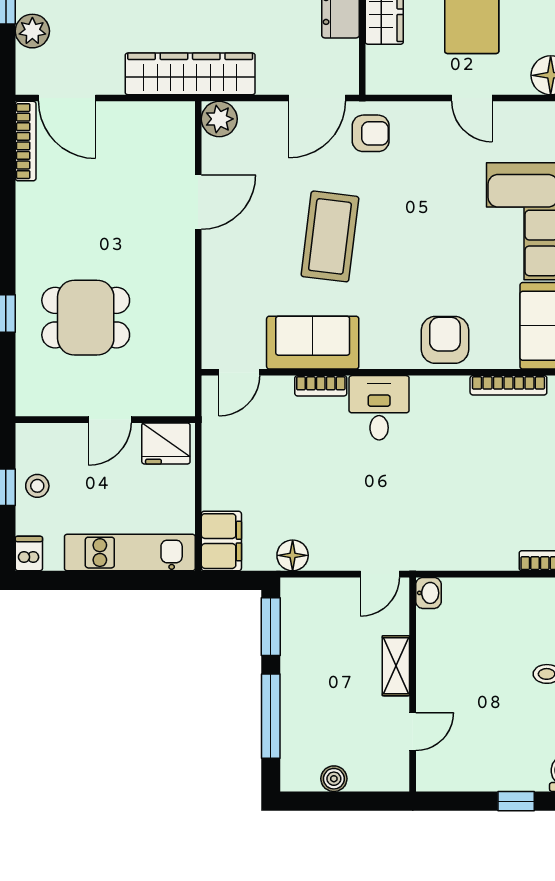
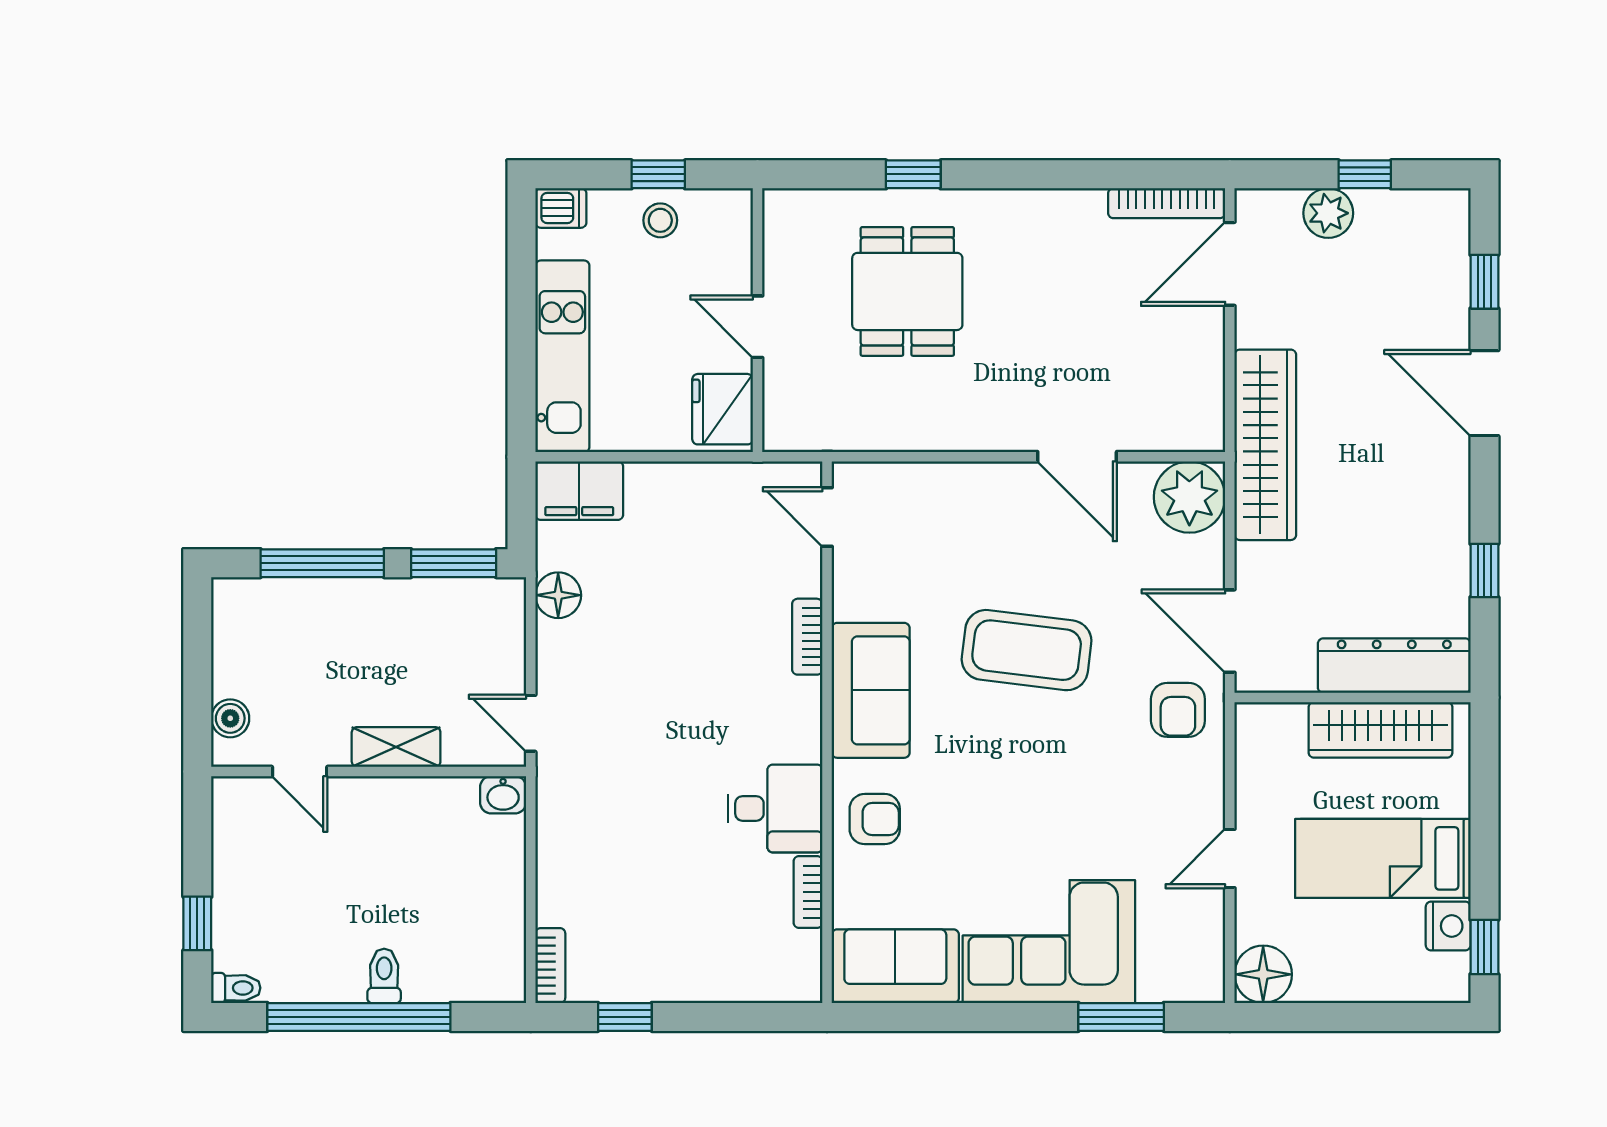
plant: (219, 119) -> (1189, 497), width x1.36, depth x1.36
armchair: (445, 340) -> (875, 819), width x0.72, depth x0.72
sofa: (313, 343) -> (871, 690), moved
bookcase: (508, 385) -> (808, 892), width x0.64
desk: (379, 408) -> (775, 808), moved
boiler: (334, 779) -> (230, 718), moved

